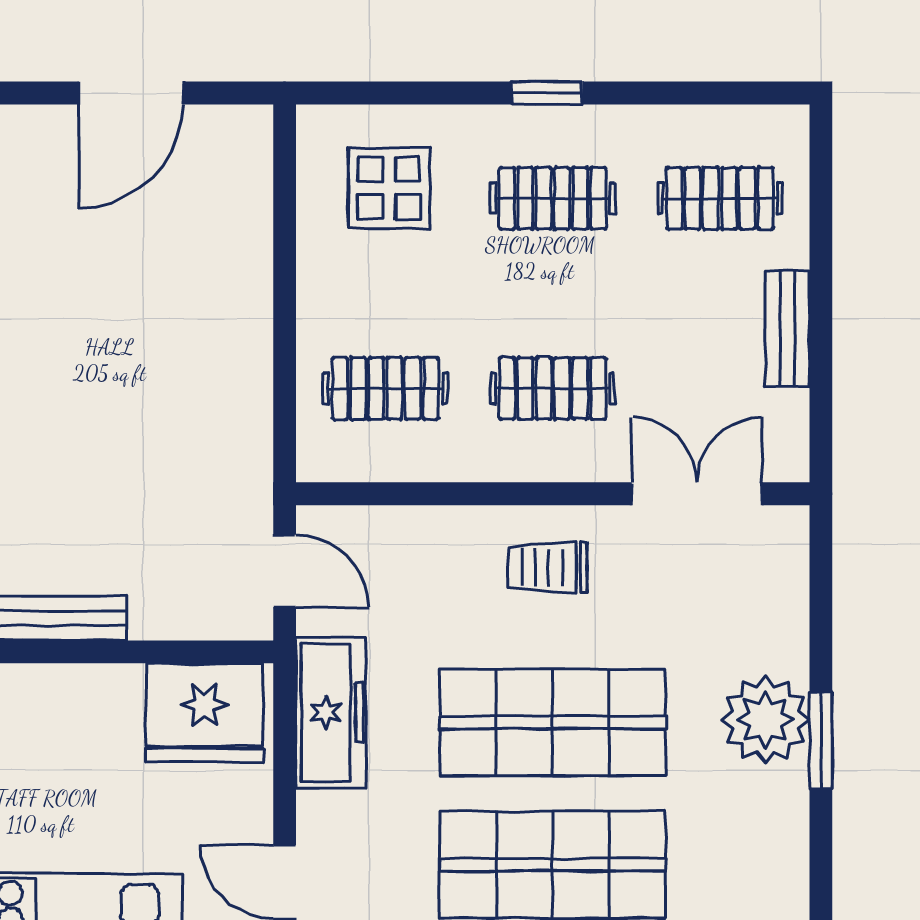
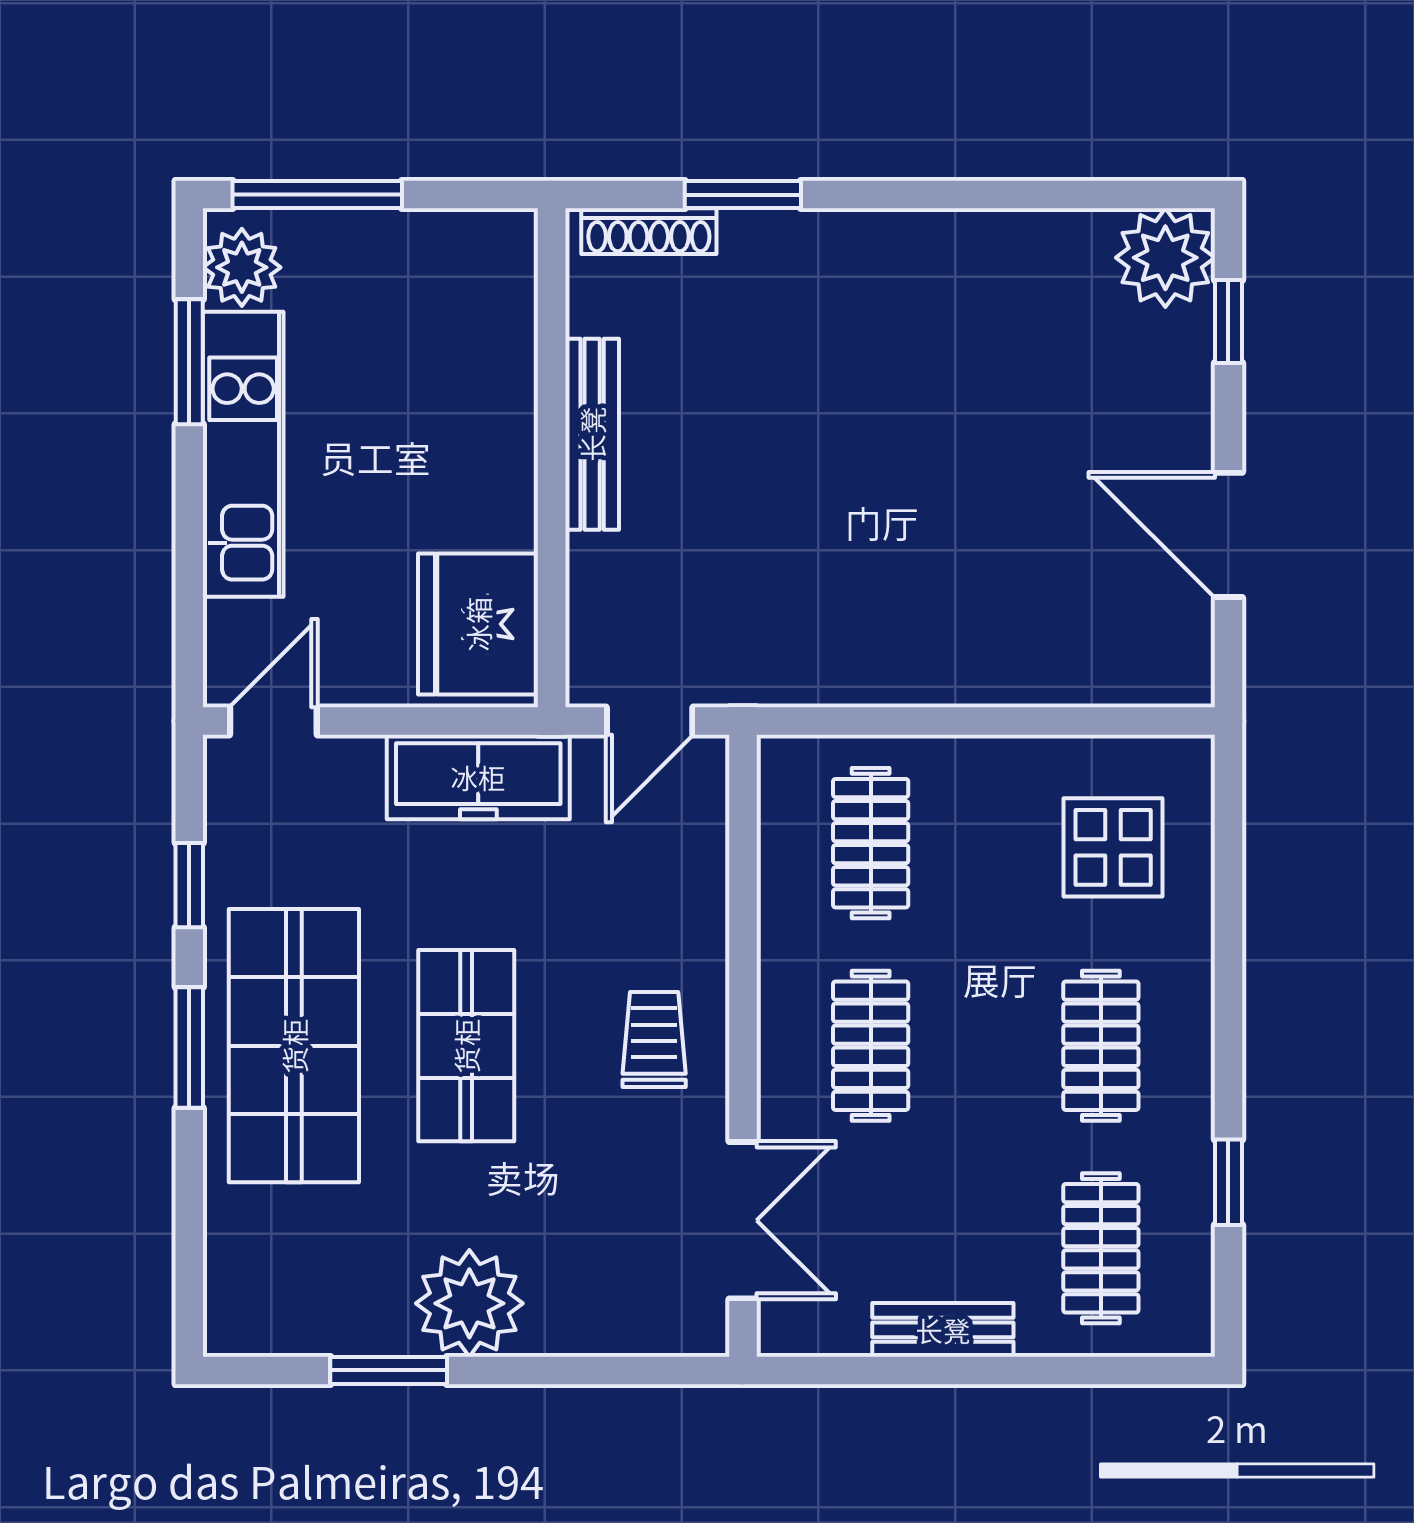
window: (547, 93) -> (1228, 1182), moved
shop shelf: (553, 722) -> (466, 1046), width x0.70, depth x0.74
window: (821, 741) -> (389, 1370), moved

